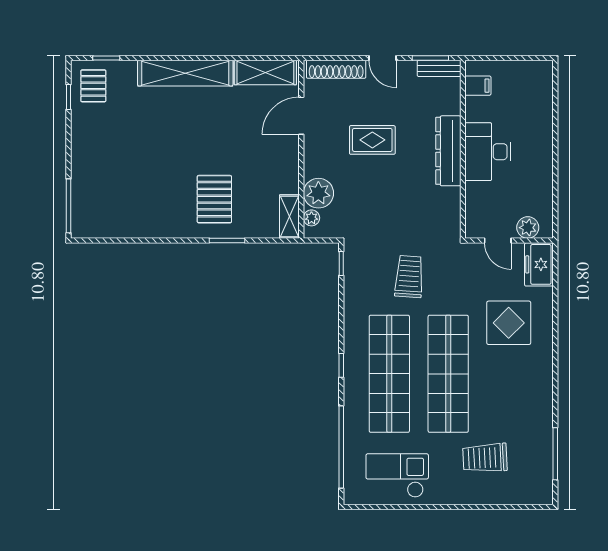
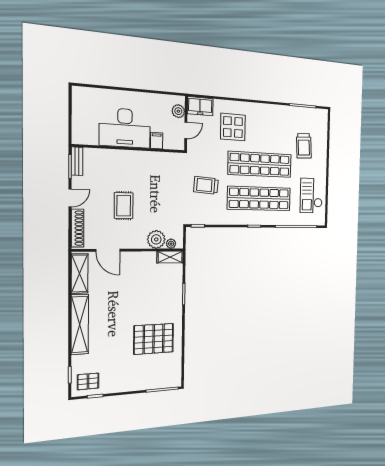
filing cabinet: (478, 86) -> (157, 141), moved
dresser: (448, 151) -> (131, 158), removed
desk: (488, 152) -> (125, 128), width x1.36, depth x1.30
pallet: (214, 199) -> (154, 339), moved, width x1.37, depth x1.41

